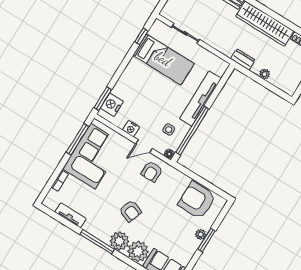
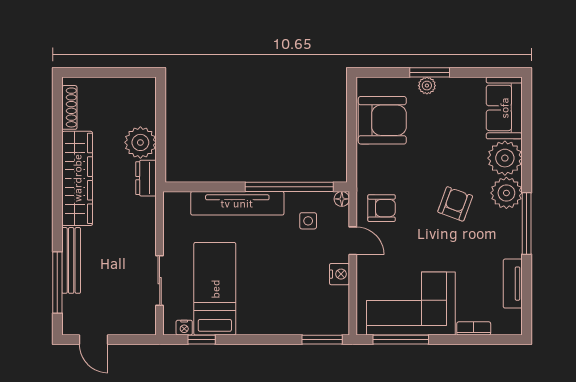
plant: (265, 74) -> (140, 142), width x1.88, depth x1.88
nightstand: (112, 105) -> (184, 328), moved, width x0.53, depth x0.56
armchair: (197, 200) -> (382, 120), turned -90

